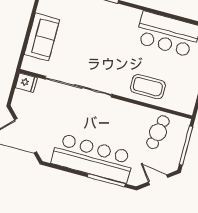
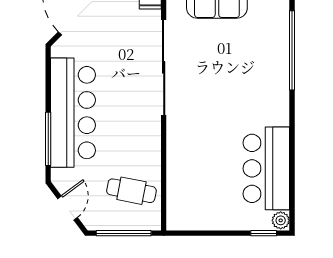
coffee table: (148, 87) -> (189, 161), removed

